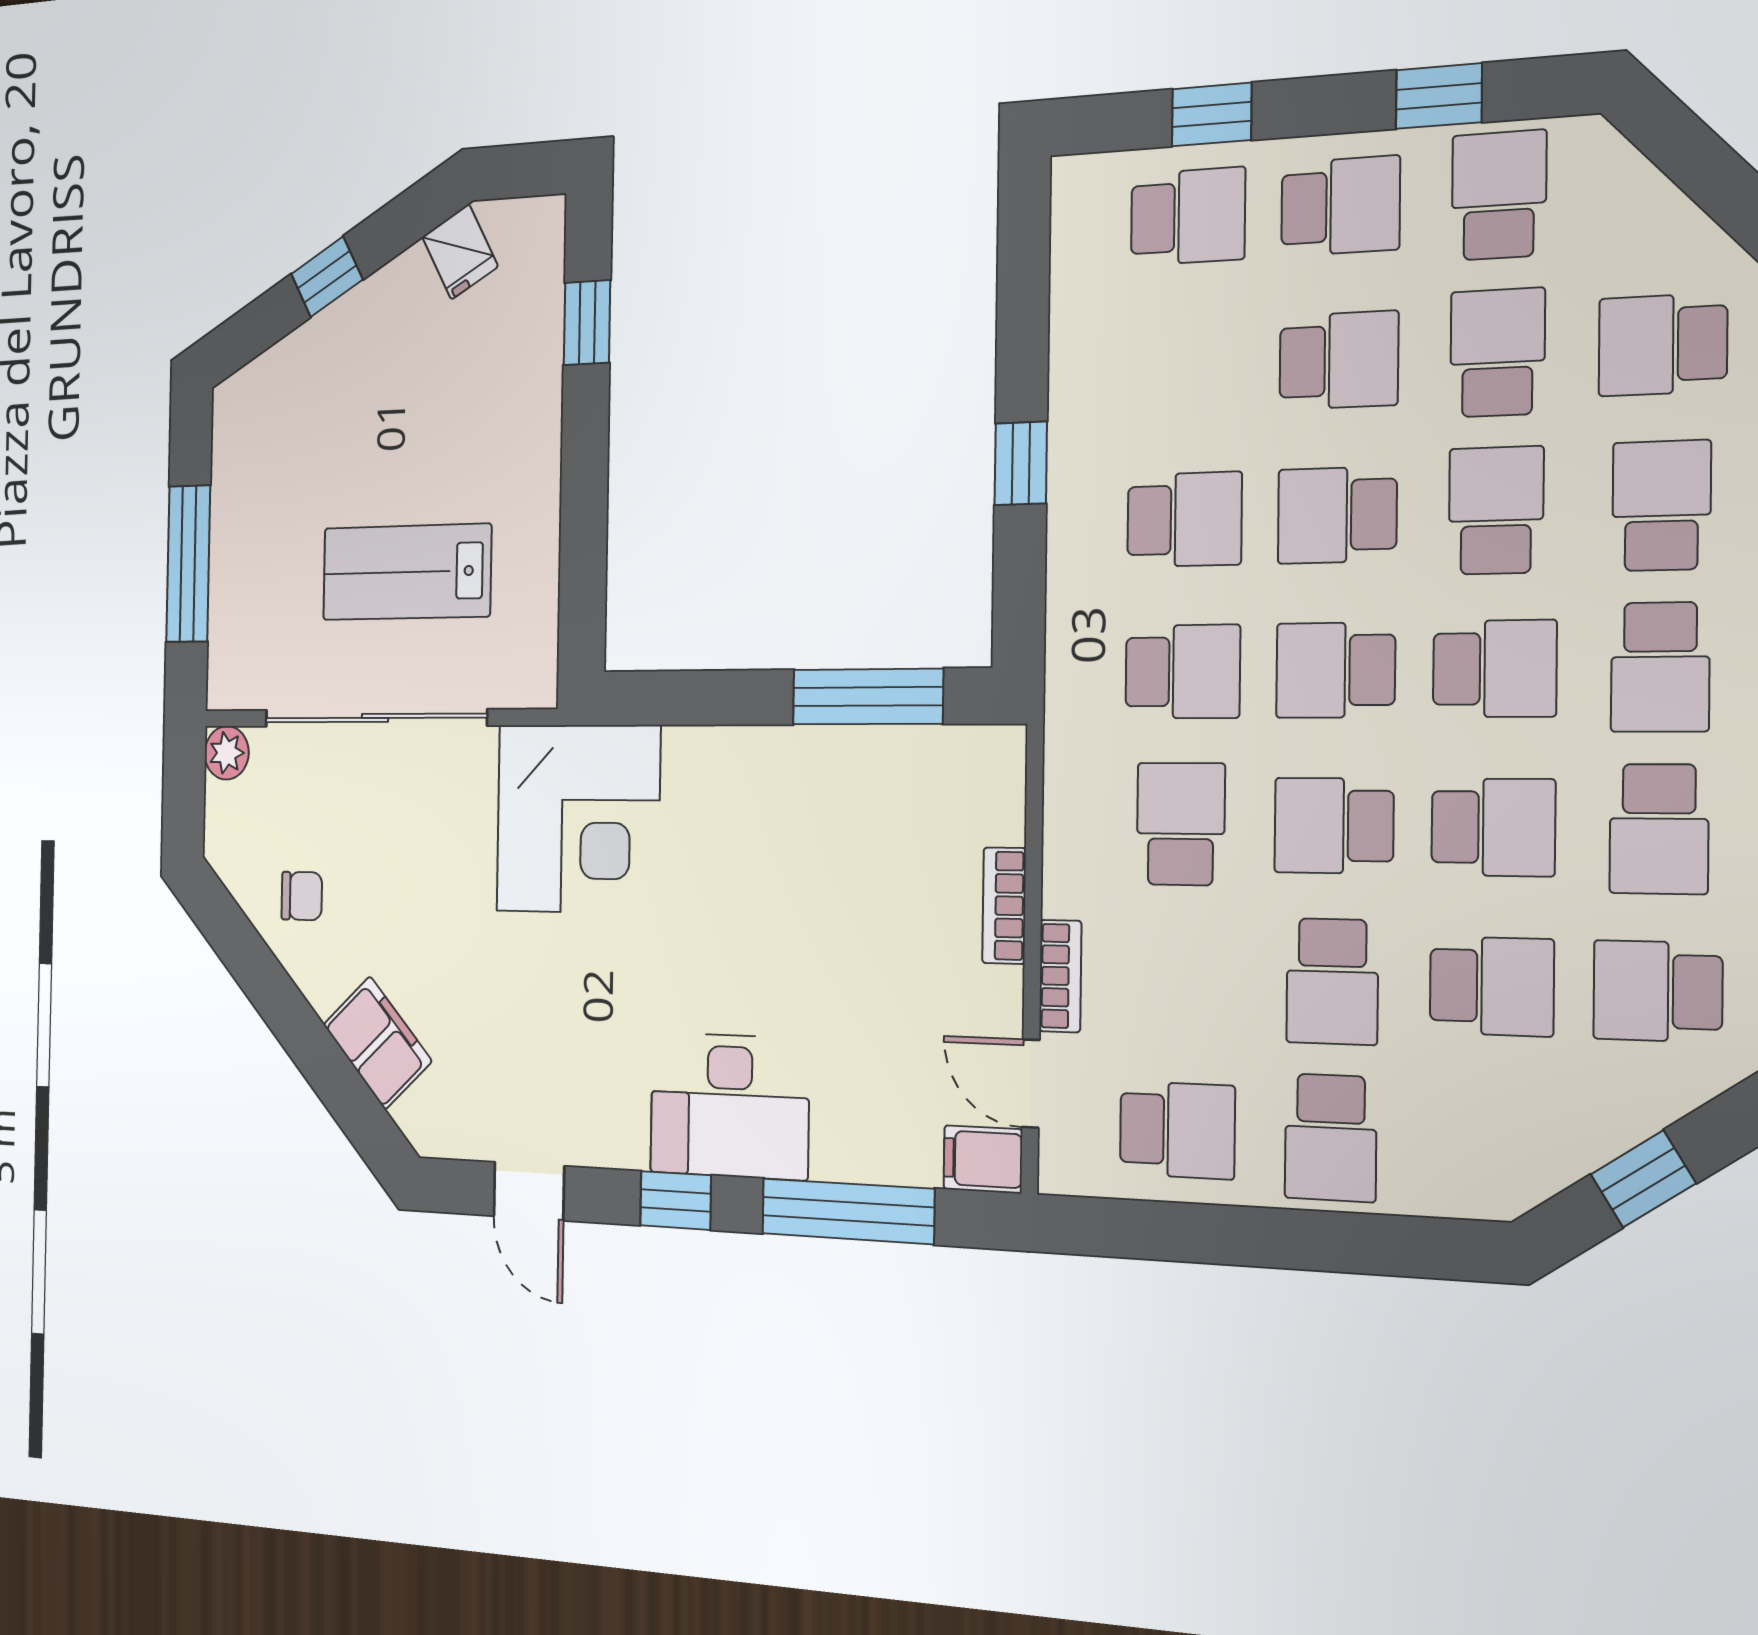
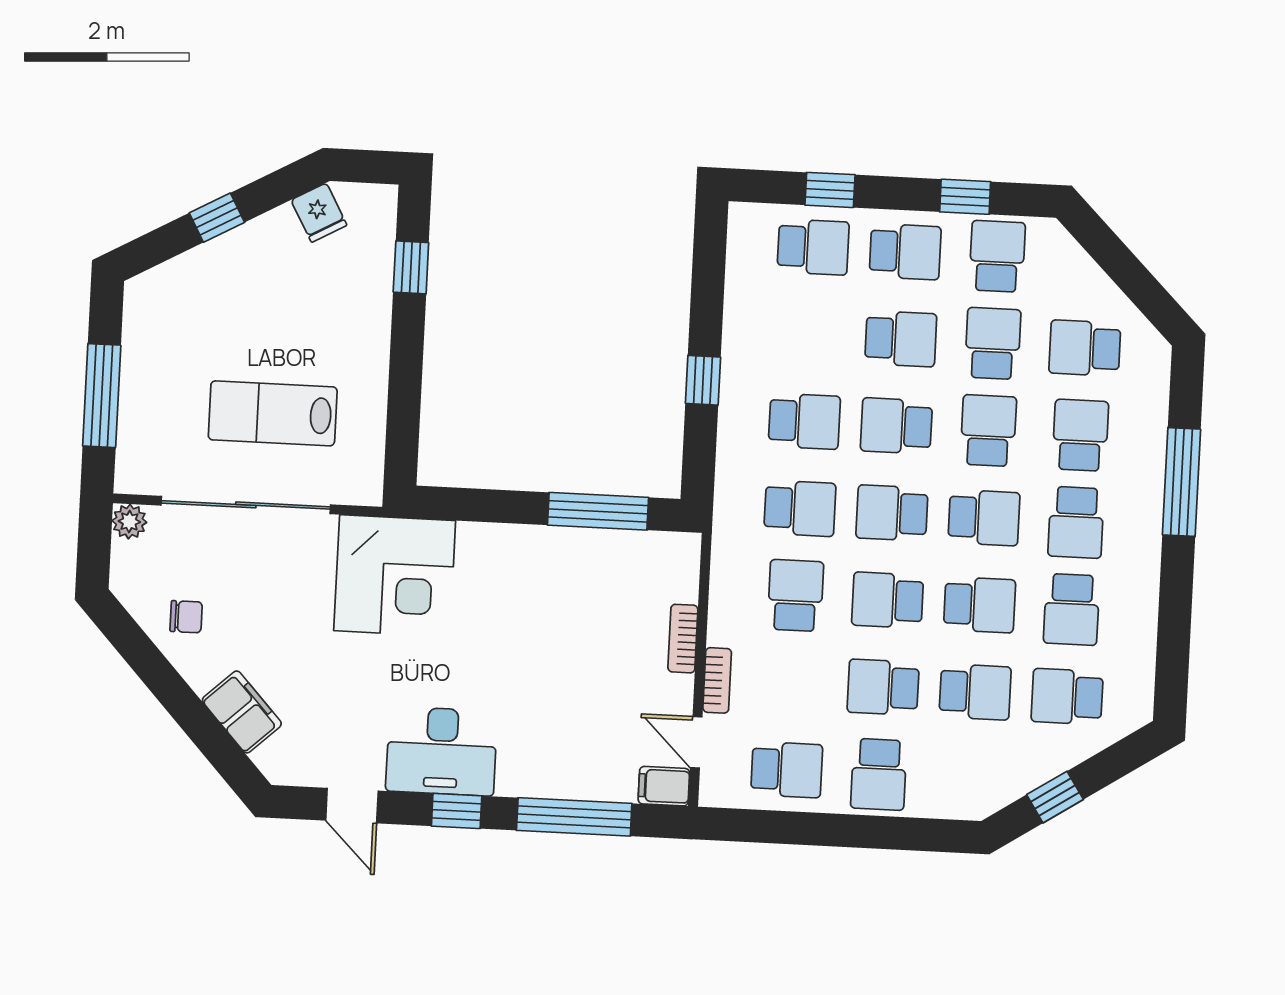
school desk: (1332, 981) -> (883, 687), turned 90
desk: (729, 1106) -> (442, 751), moved

